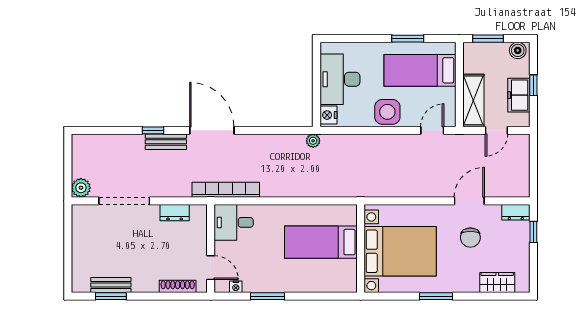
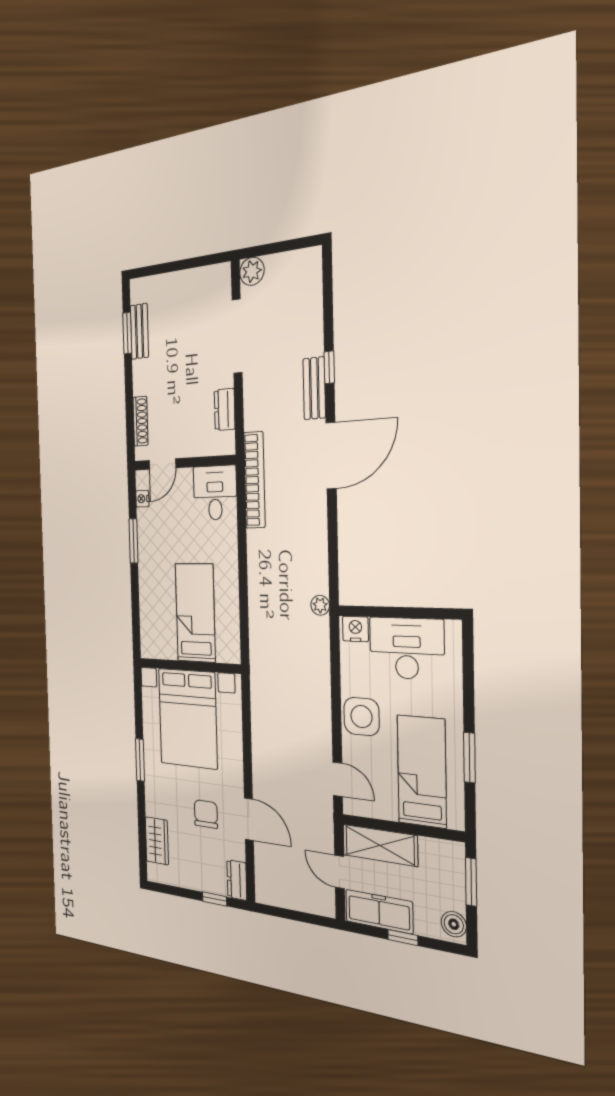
freezer: (519, 95) -> (379, 911), width x1.40
chair: (470, 238) -> (206, 814), turned 90

